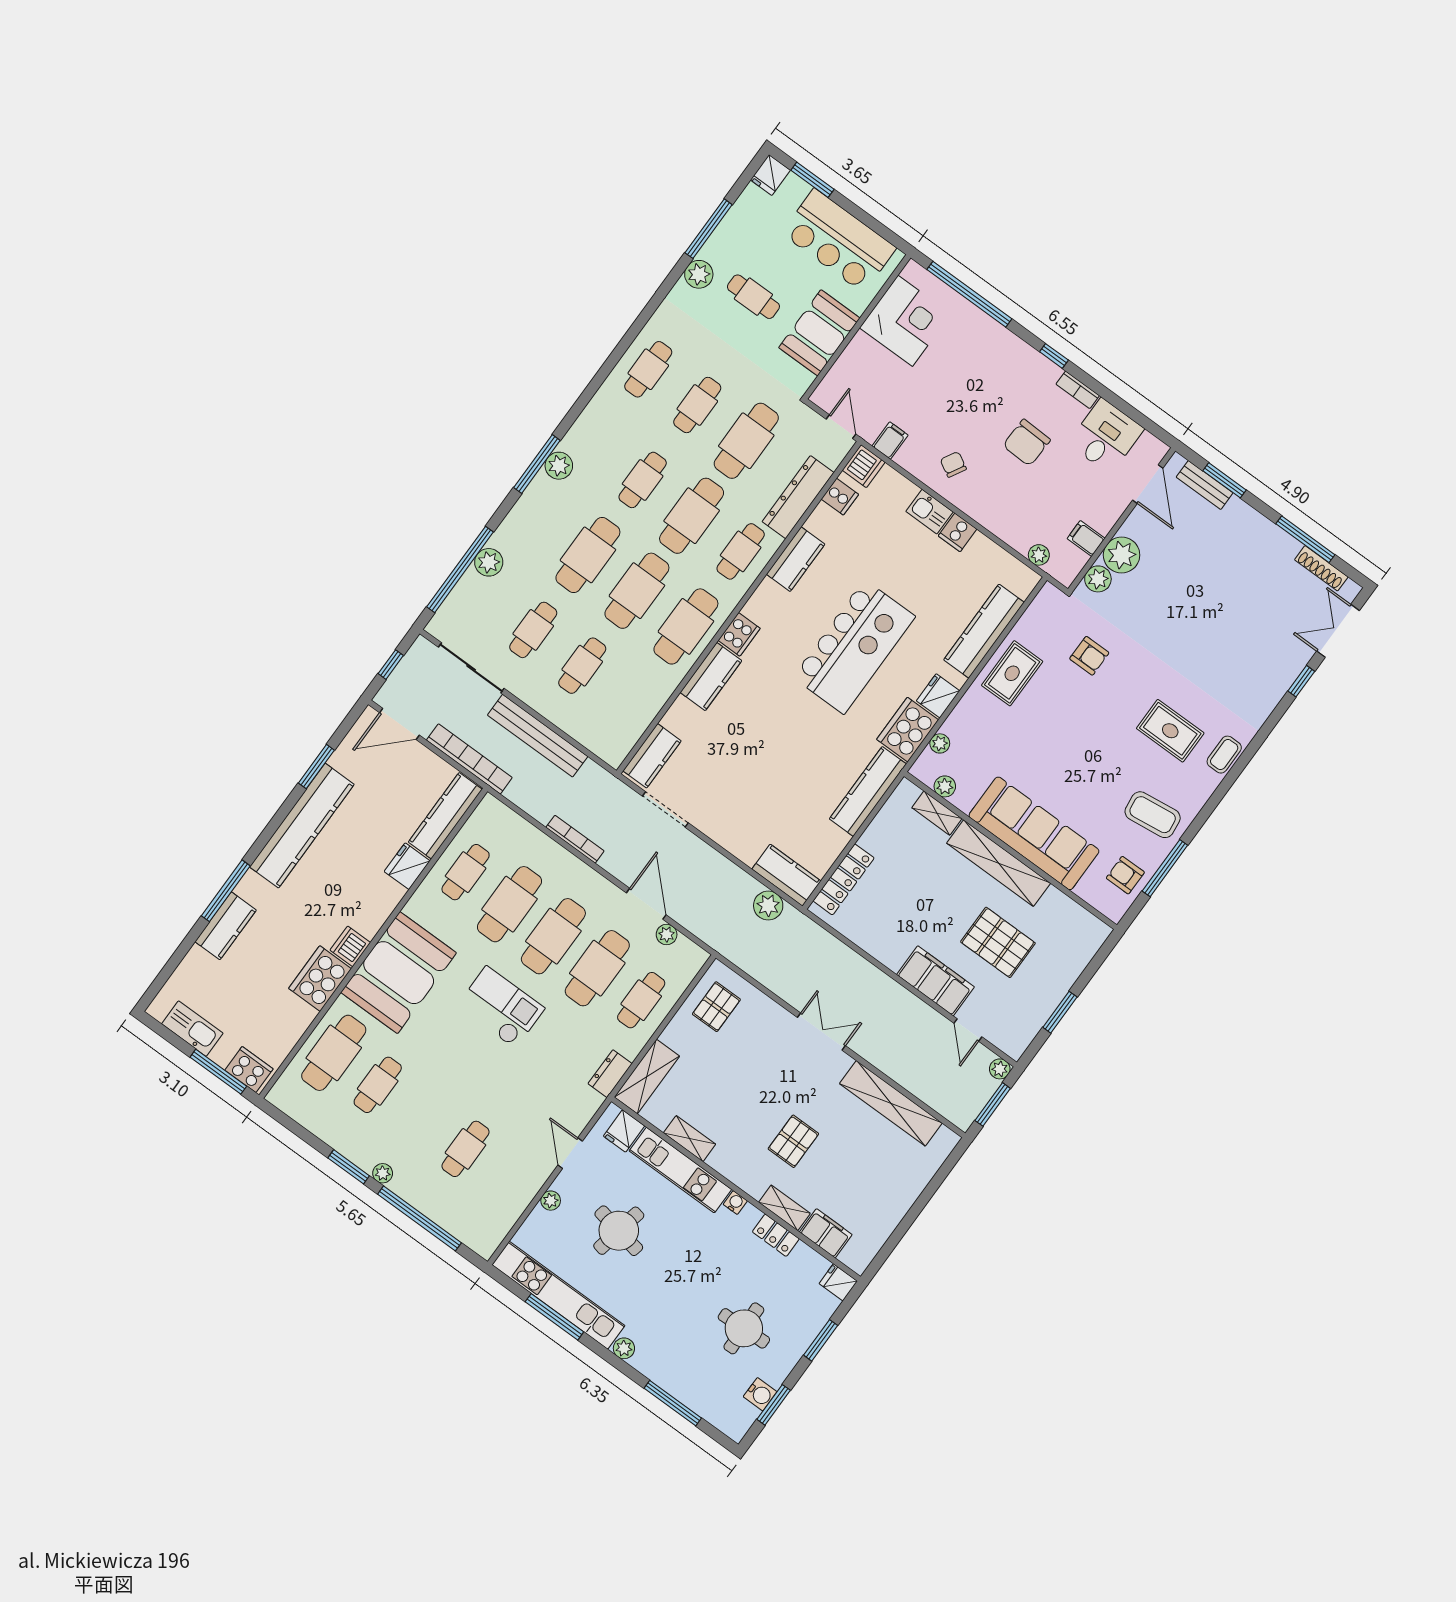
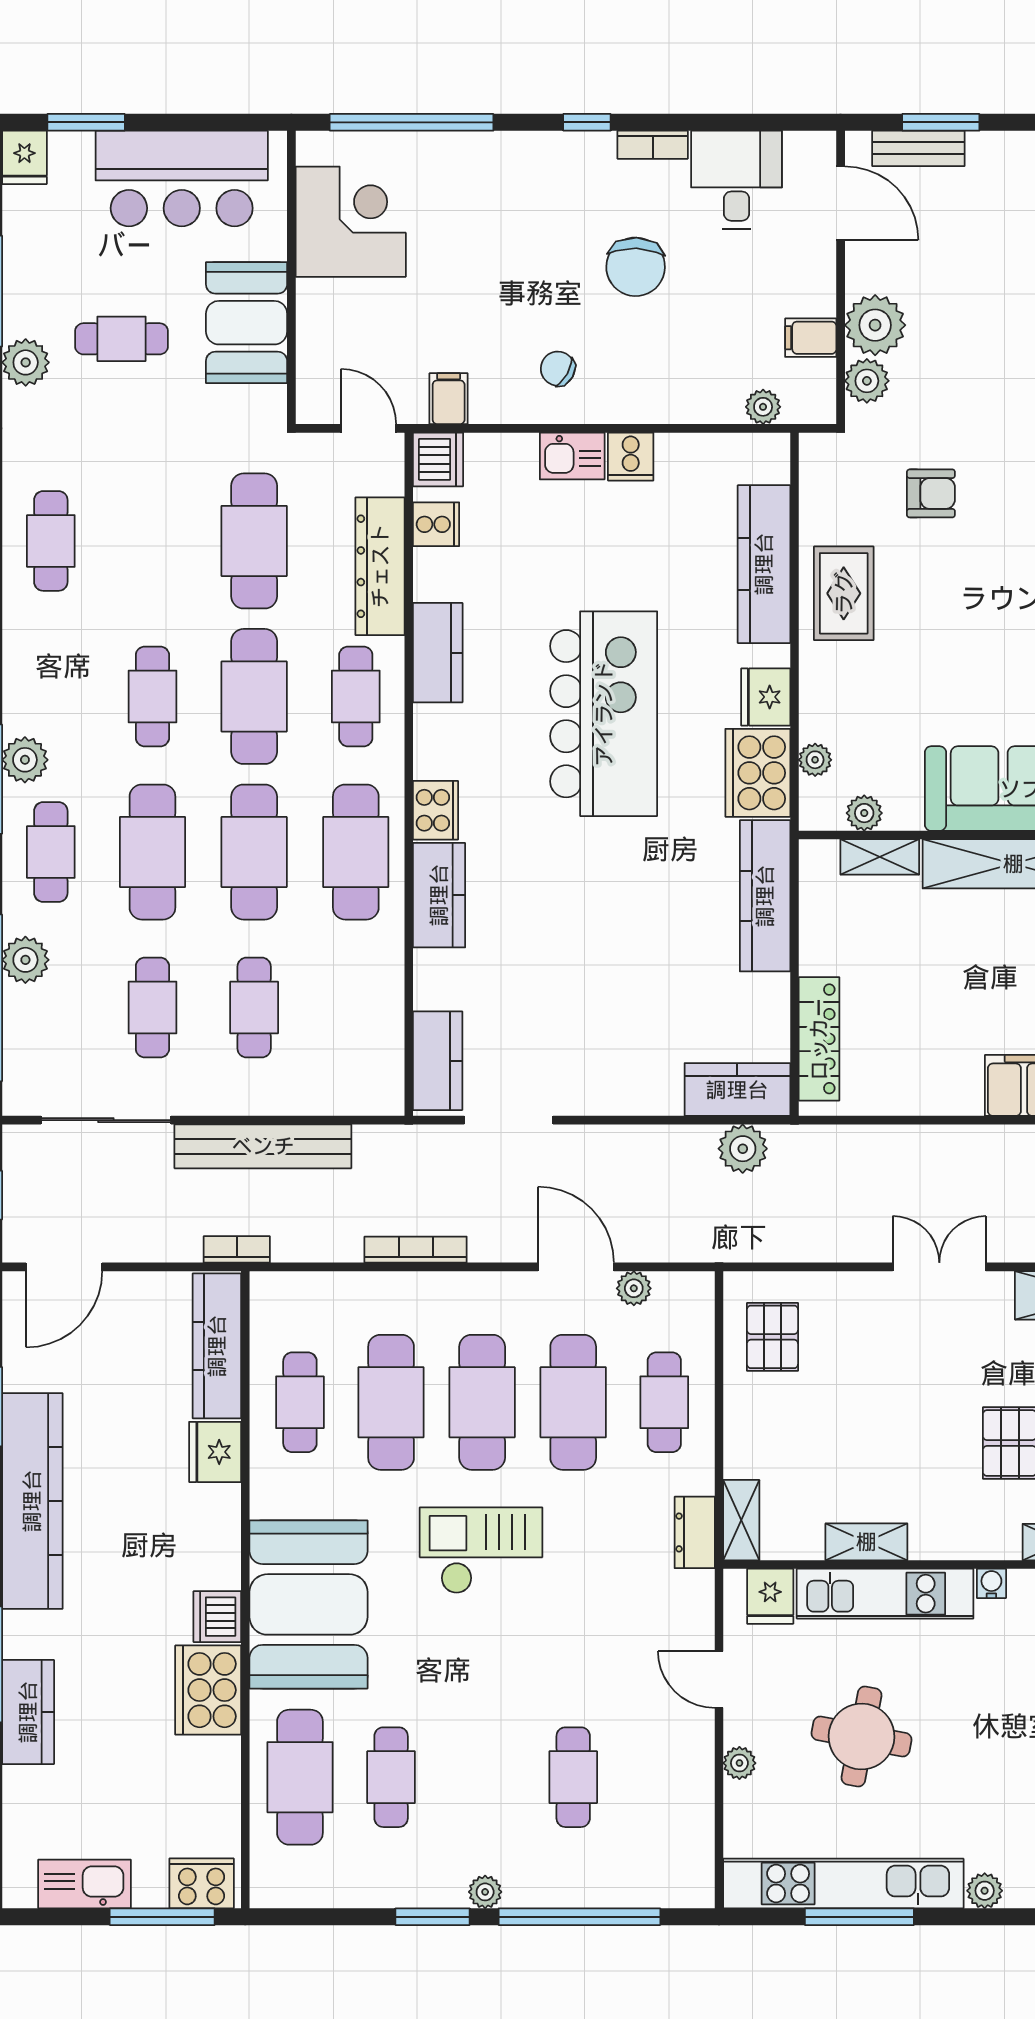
cafe table: (697, 405) -> (51, 852), moved
bookcase: (469, 759) -> (237, 1249), width x0.43, depth x0.76
shelving: (647, 1077) -> (741, 1520), width x0.67, depth x0.75

